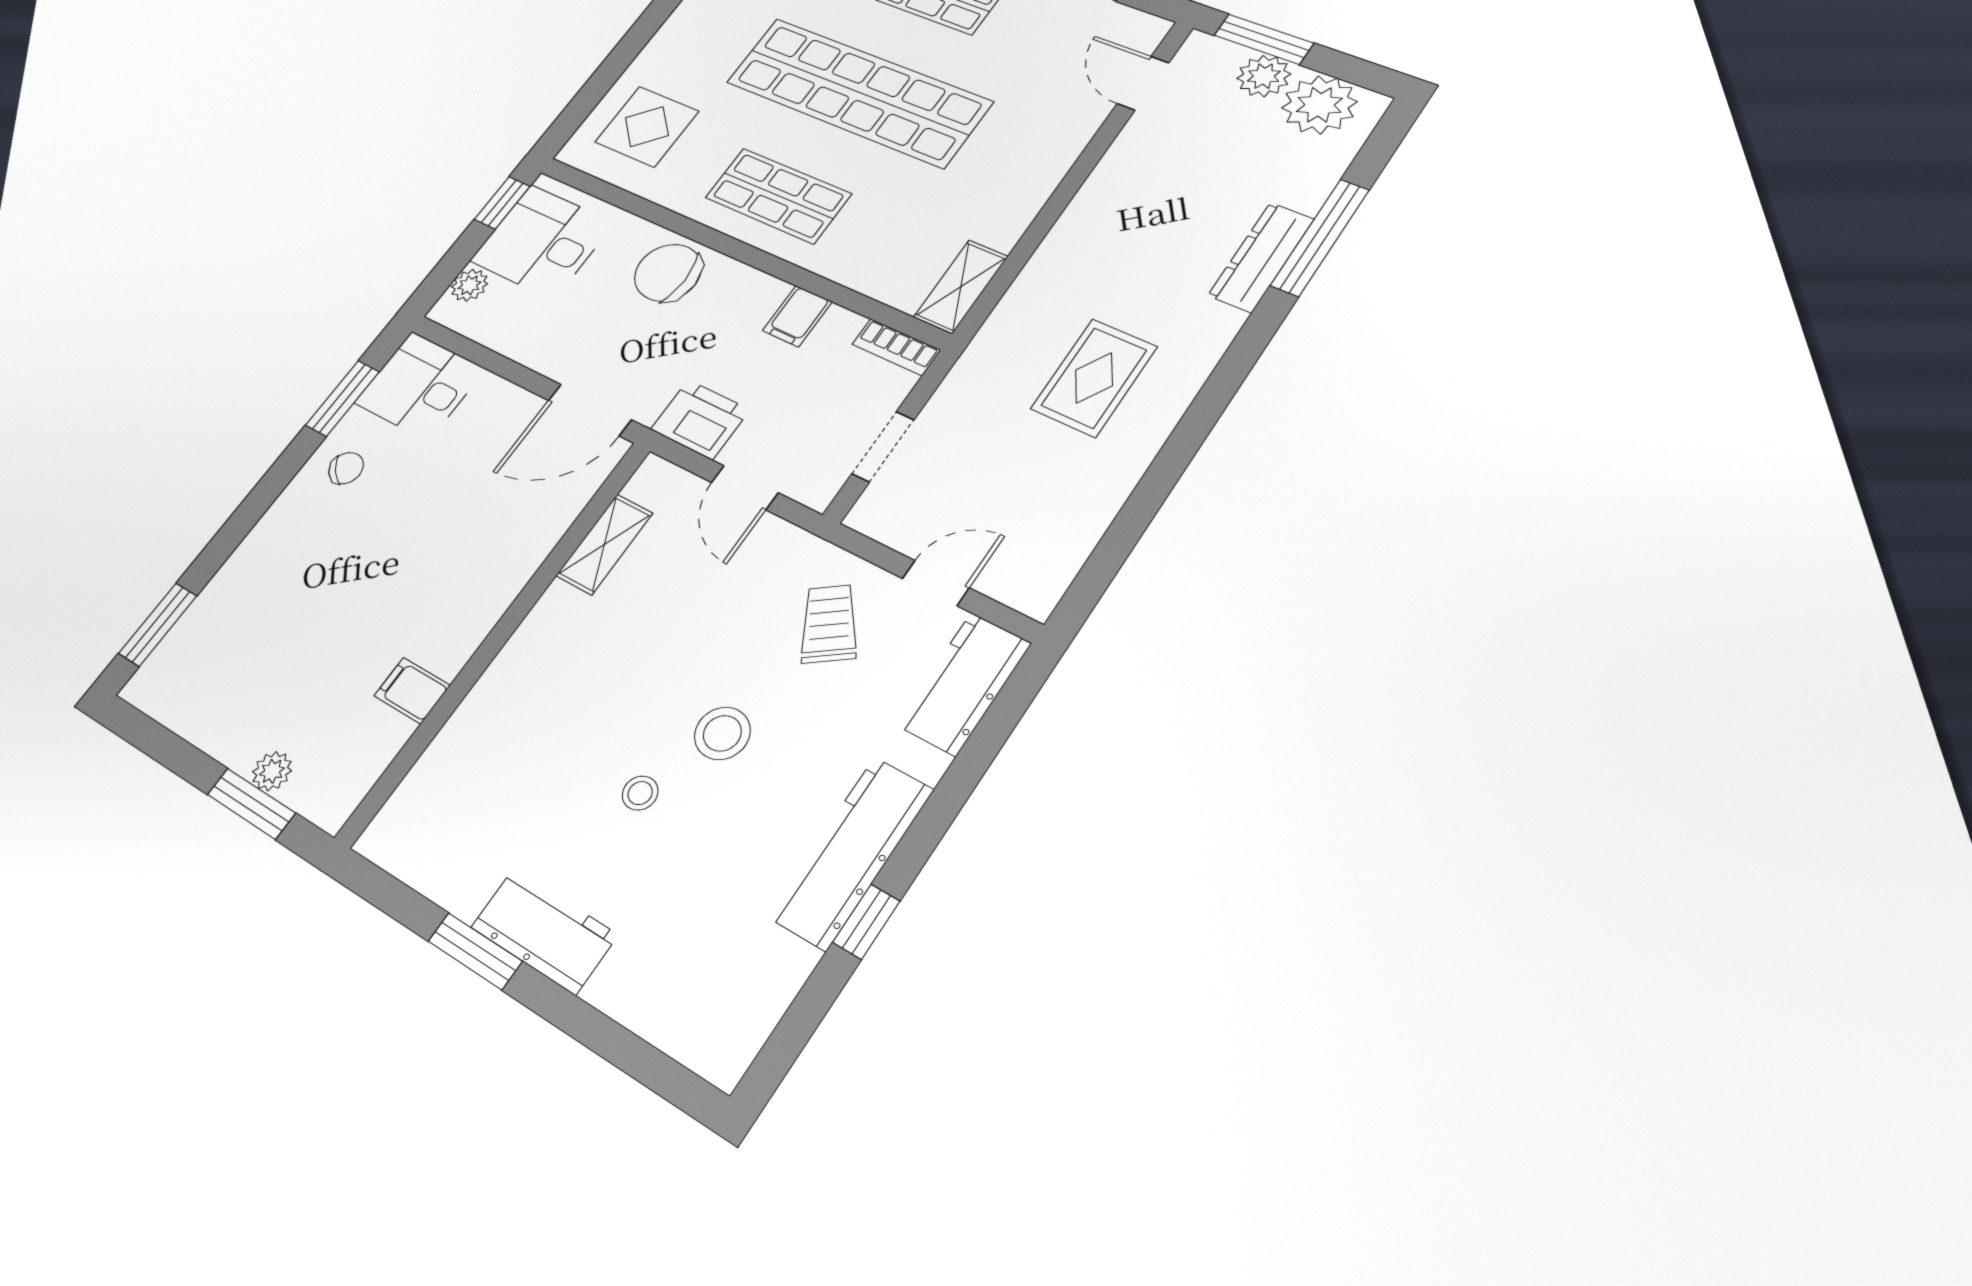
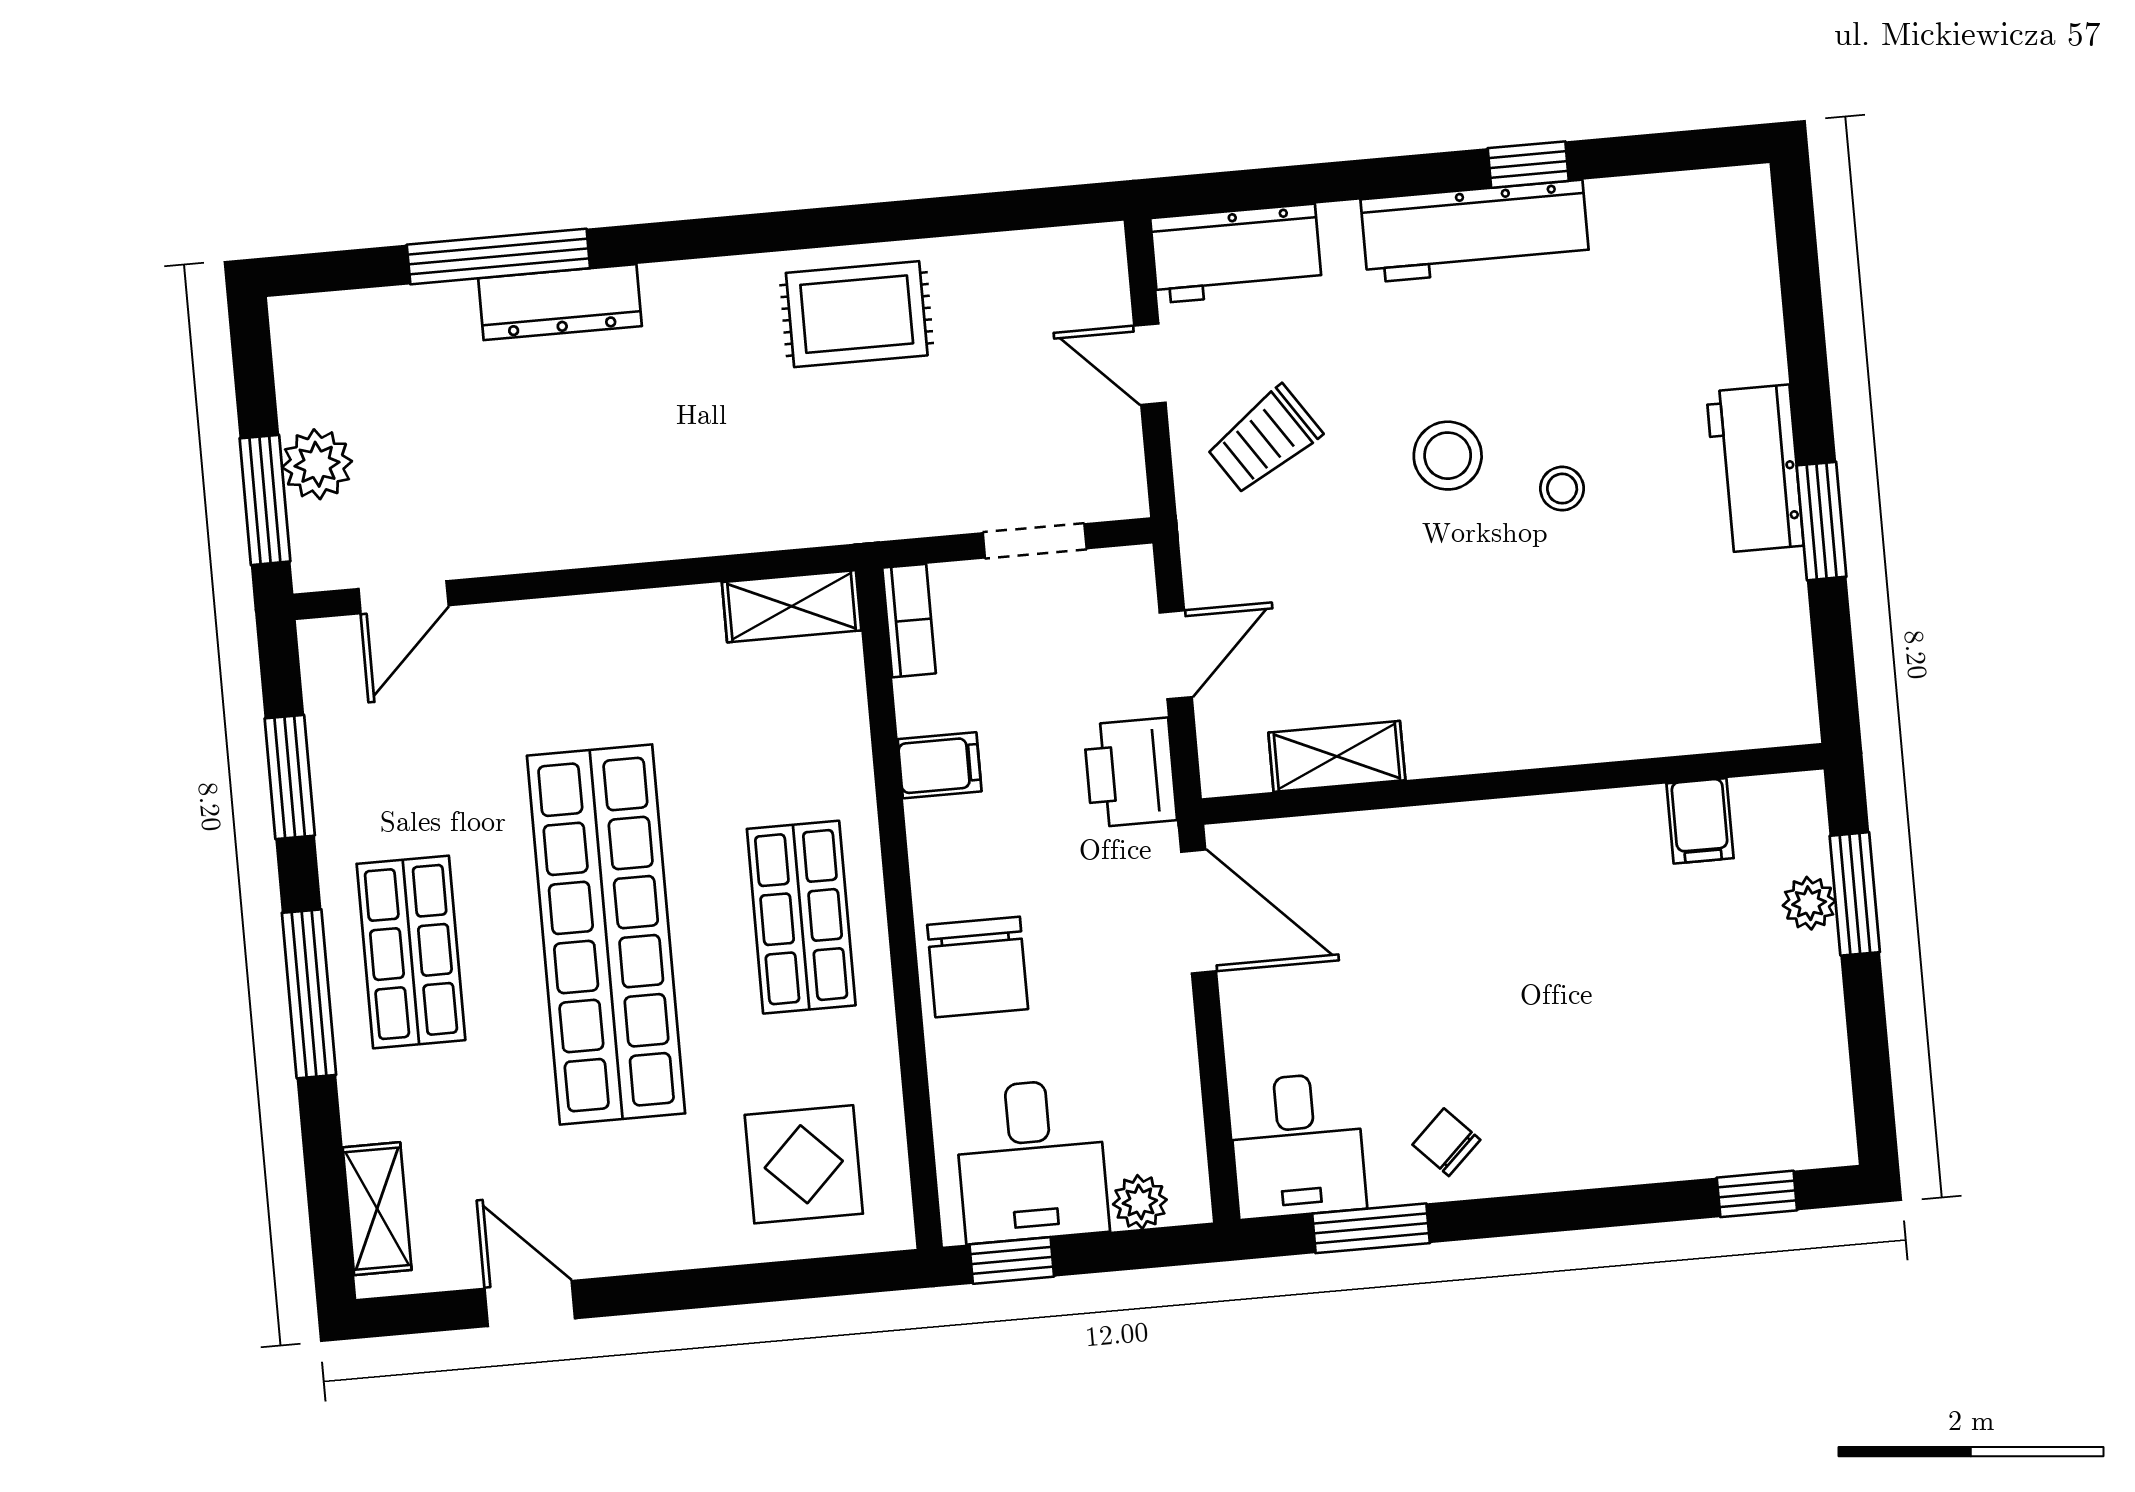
plant: (1319, 105) -> (322, 374), removed
rug: (1094, 378) -> (857, 314), moved
window: (158, 625) -> (1757, 1194), width x0.67
filing cabinet: (412, 690) -> (1700, 821), moved

